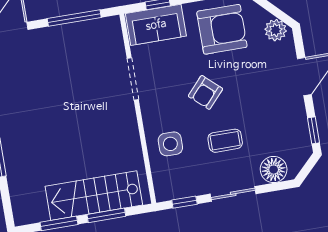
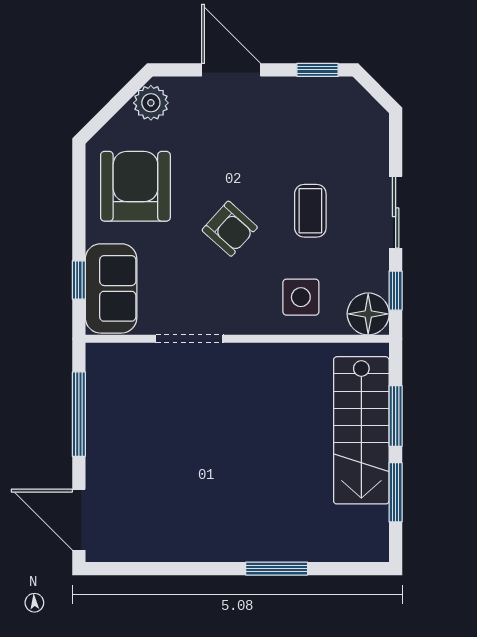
floor lamp: (274, 170) -> (368, 314), moved

